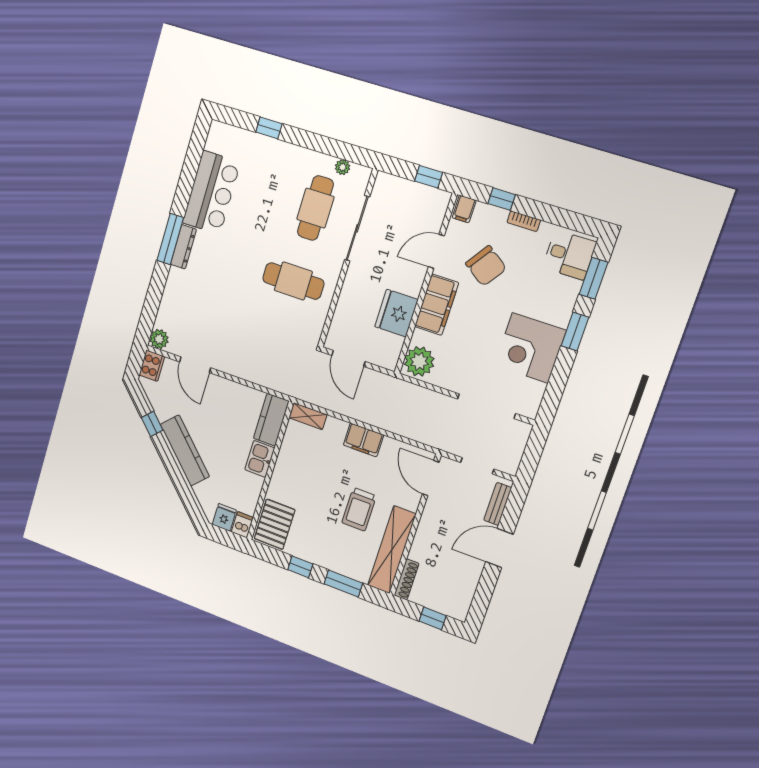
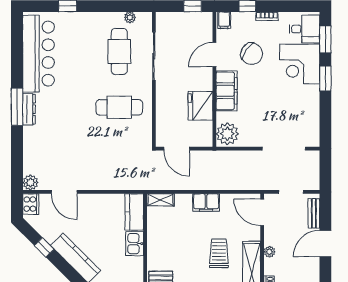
bar counter: (211, 193) -> (38, 54), width x1.36
corner desk: (530, 348) -> (300, 64), moved
trolley: (359, 509) -> (219, 253), turned 180
plant: (423, 531) -> (269, 252), added

